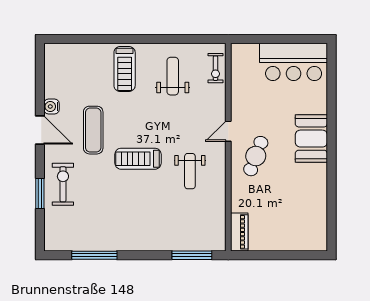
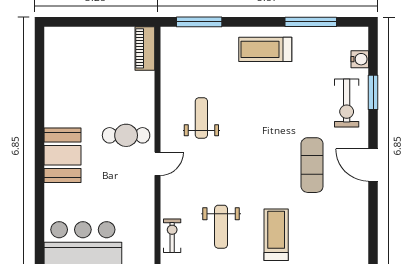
water cooler: (51, 106) -> (360, 59), moved
cafe table: (256, 156) -> (126, 135), turned 69
treadmill: (138, 159) -> (265, 49), moved, turned 180

